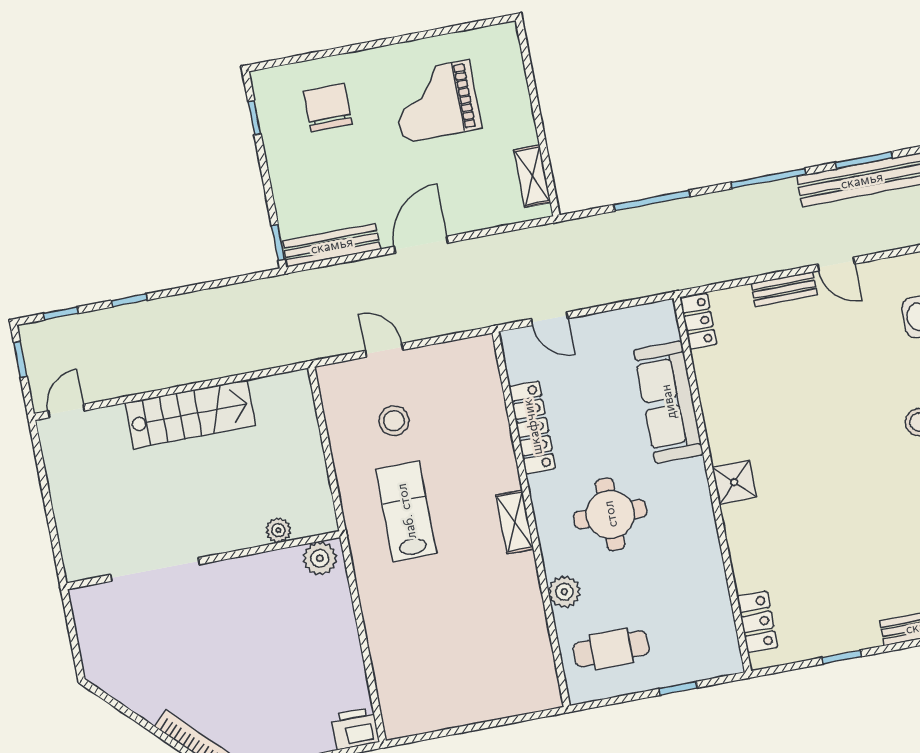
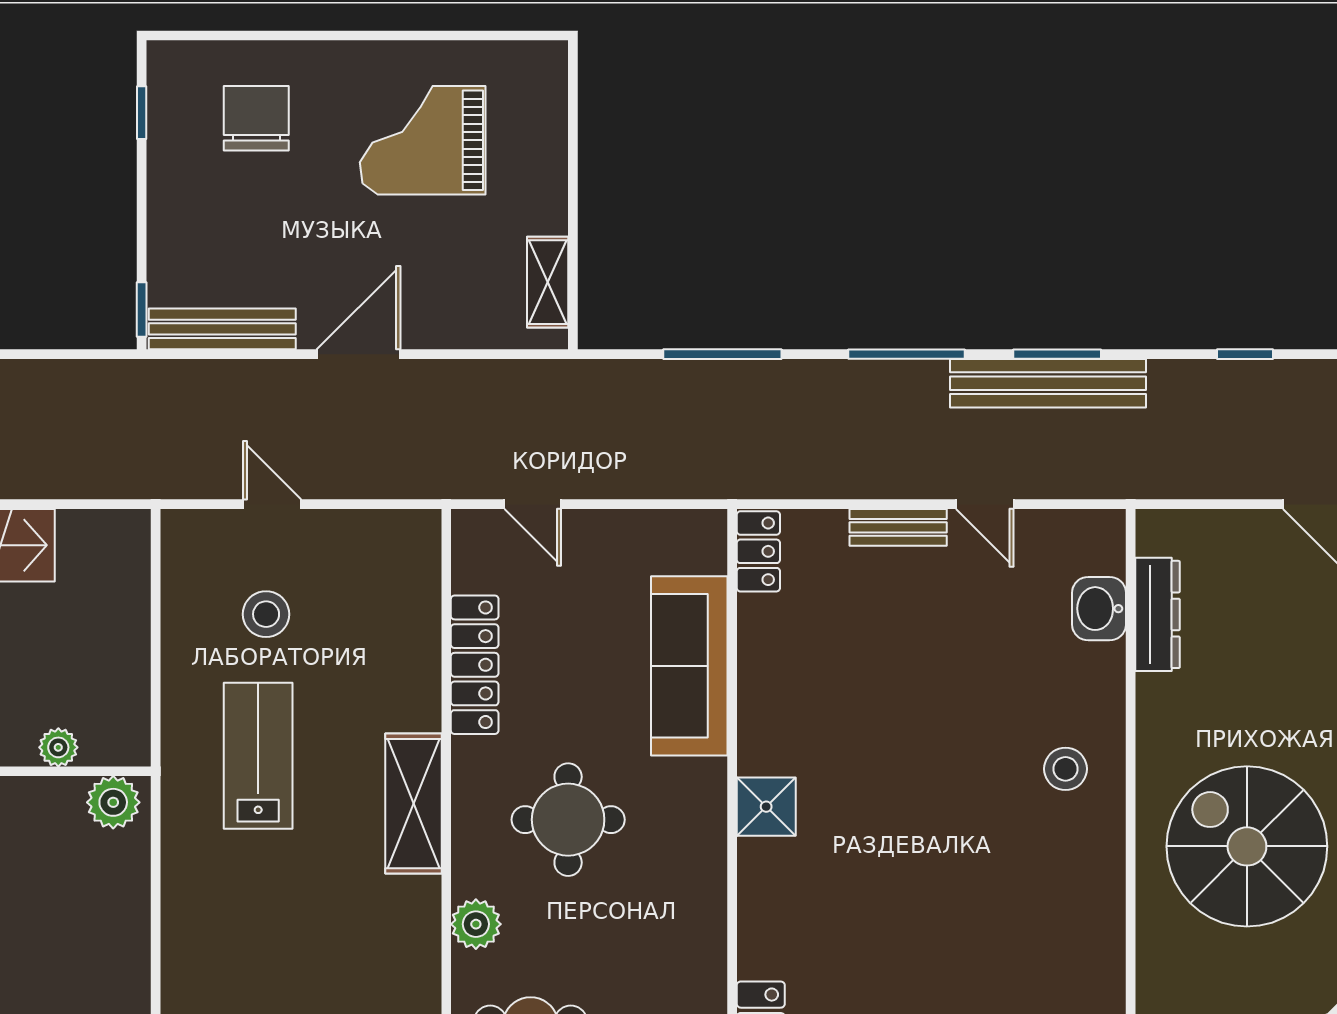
shelving: (515, 522) -> (414, 804), width x1.50, depth x1.33

